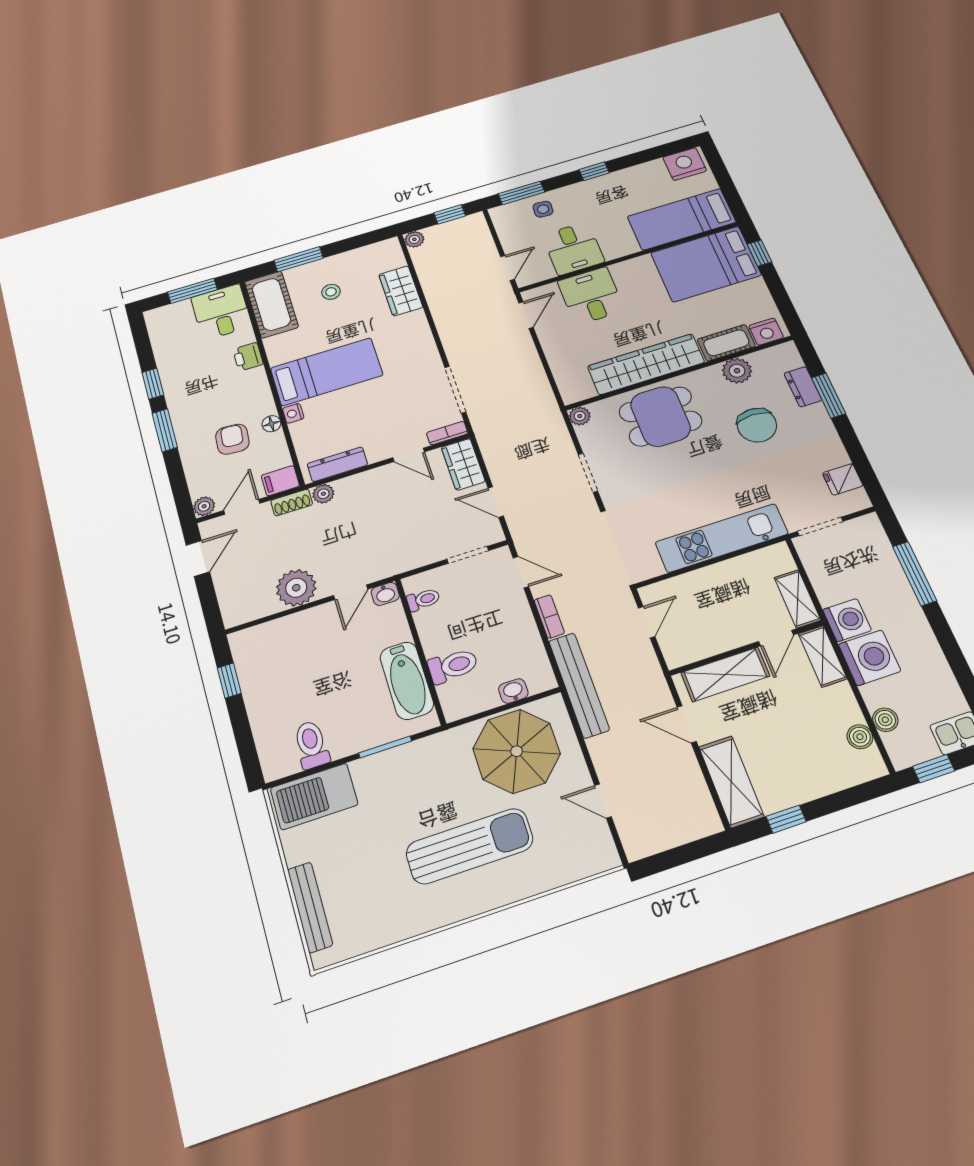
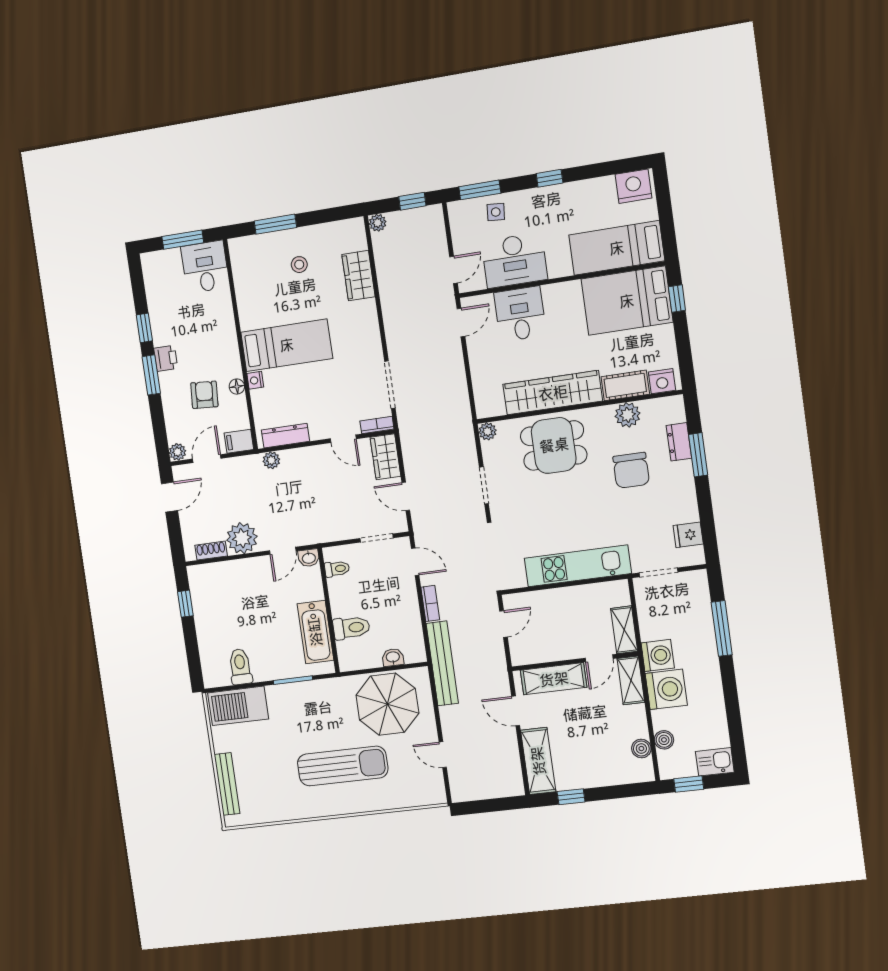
desk: (573, 248) -> (514, 260), width x1.37
cot: (271, 304) -> (248, 267), removed
printer: (248, 357) -> (166, 358), moved, turned 180
shoe rack: (292, 503) -> (211, 551), moved, turned 180

